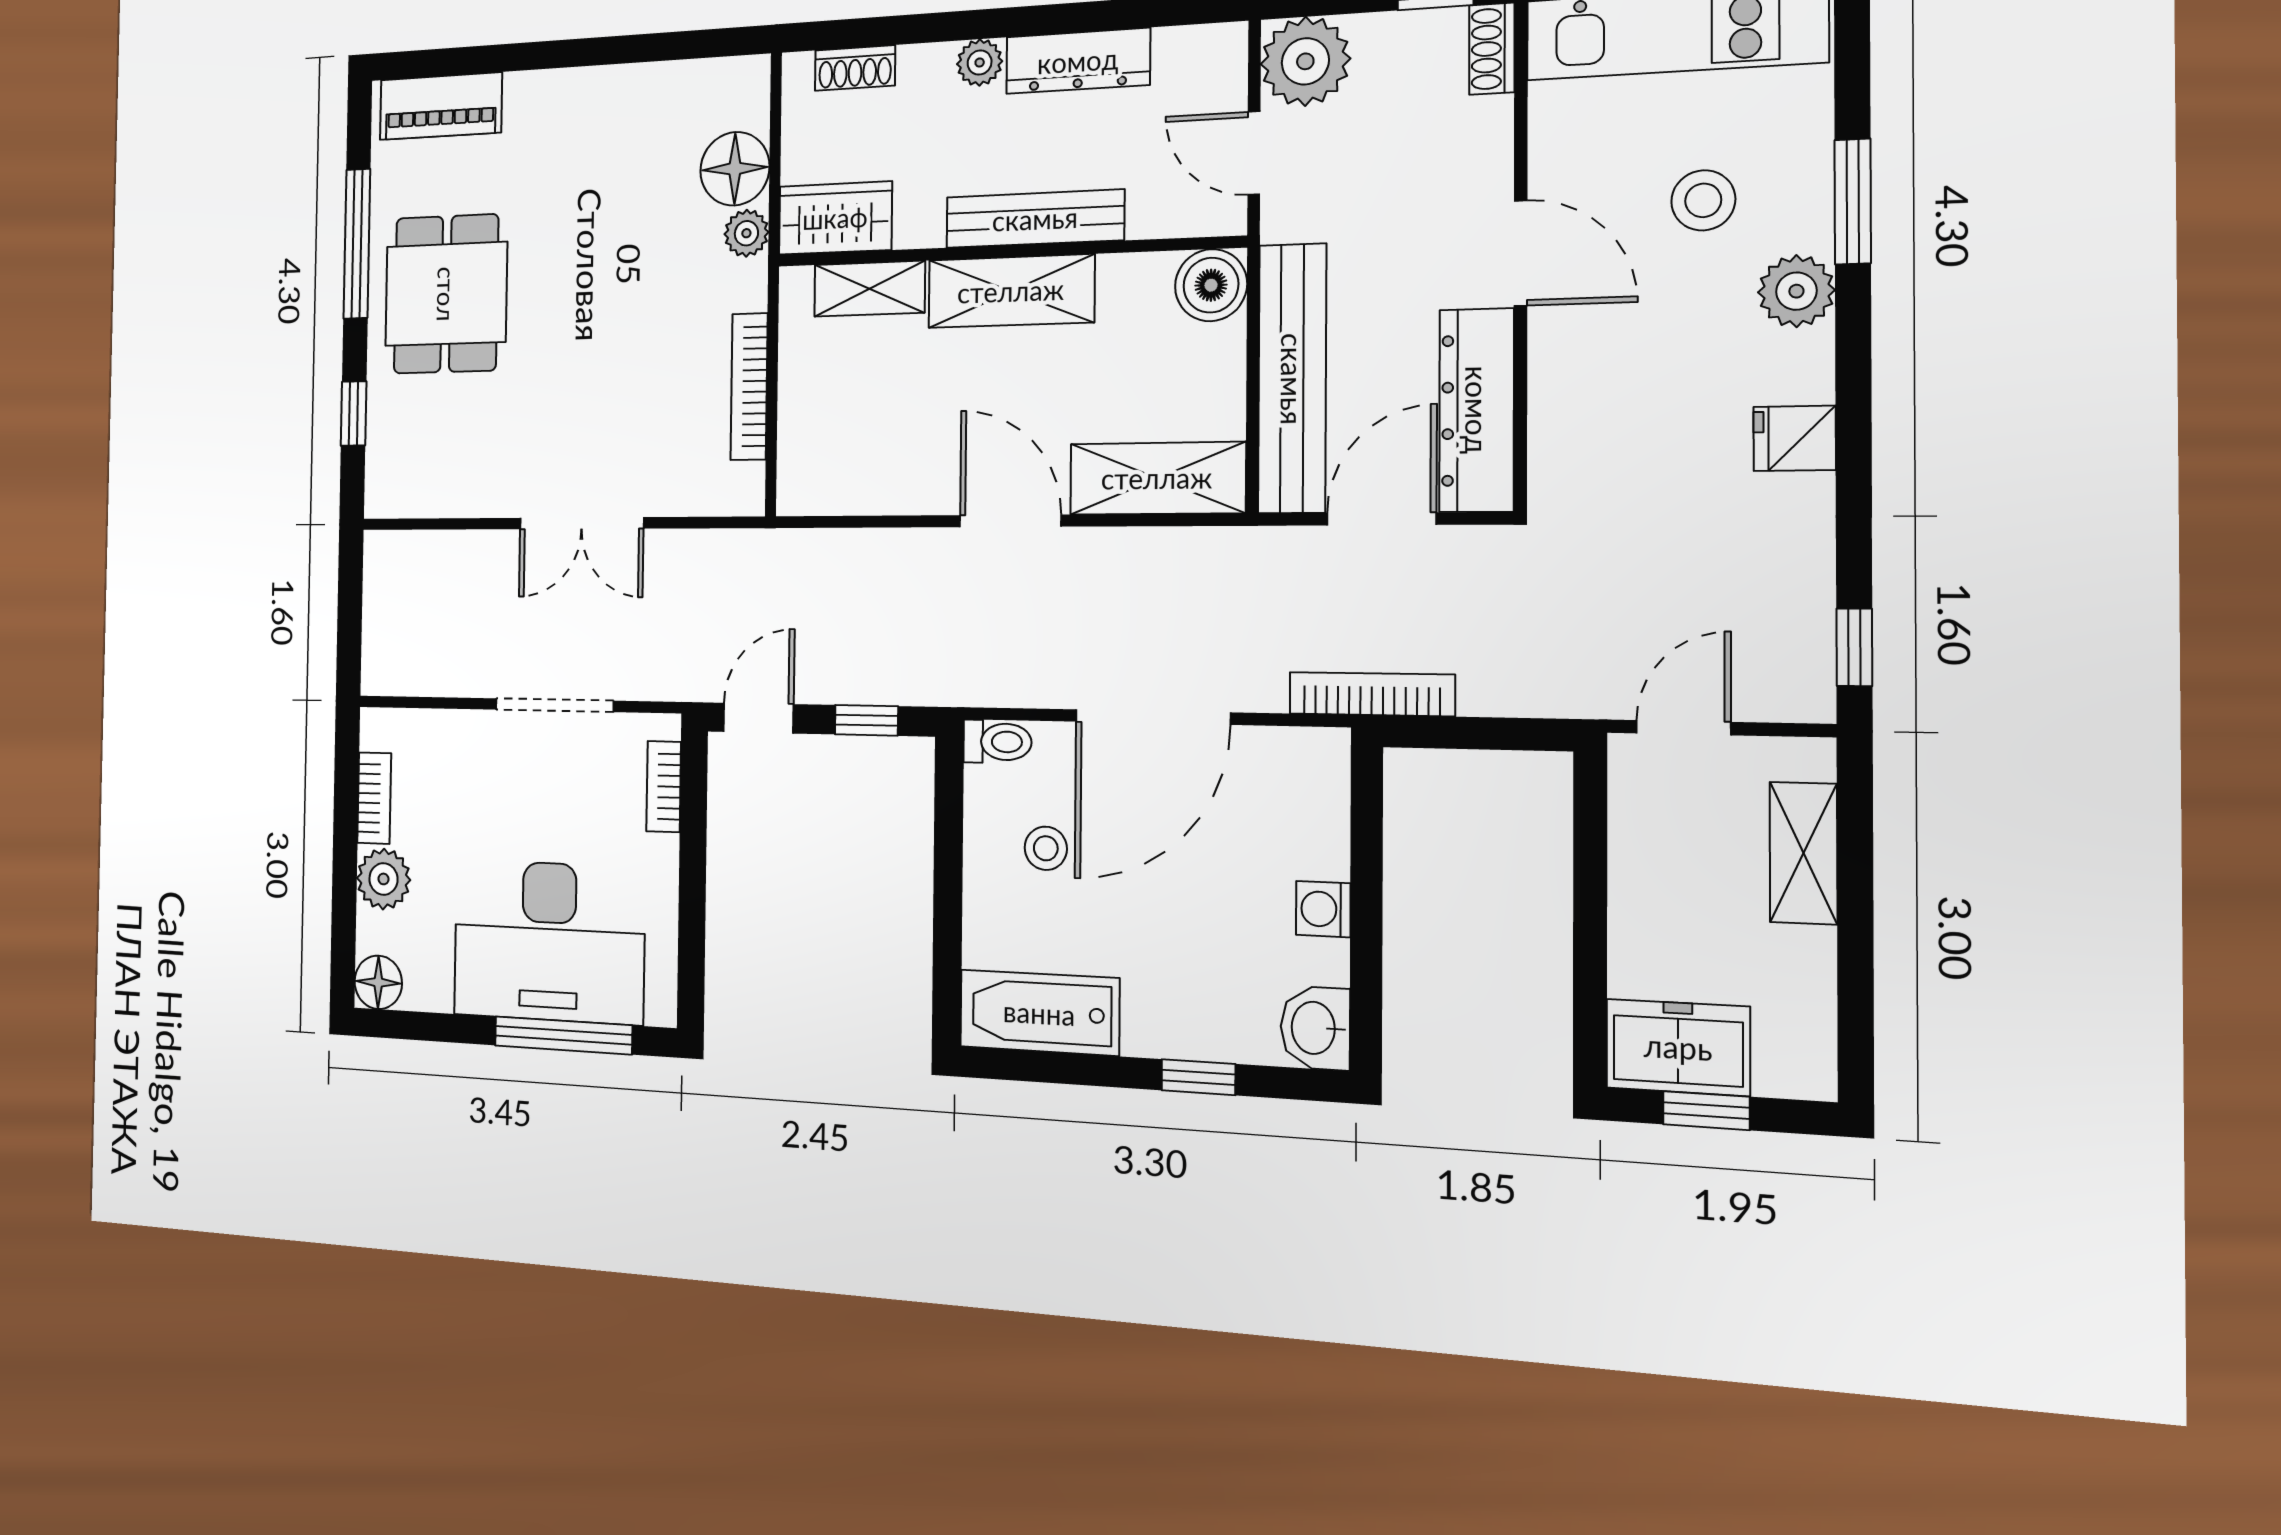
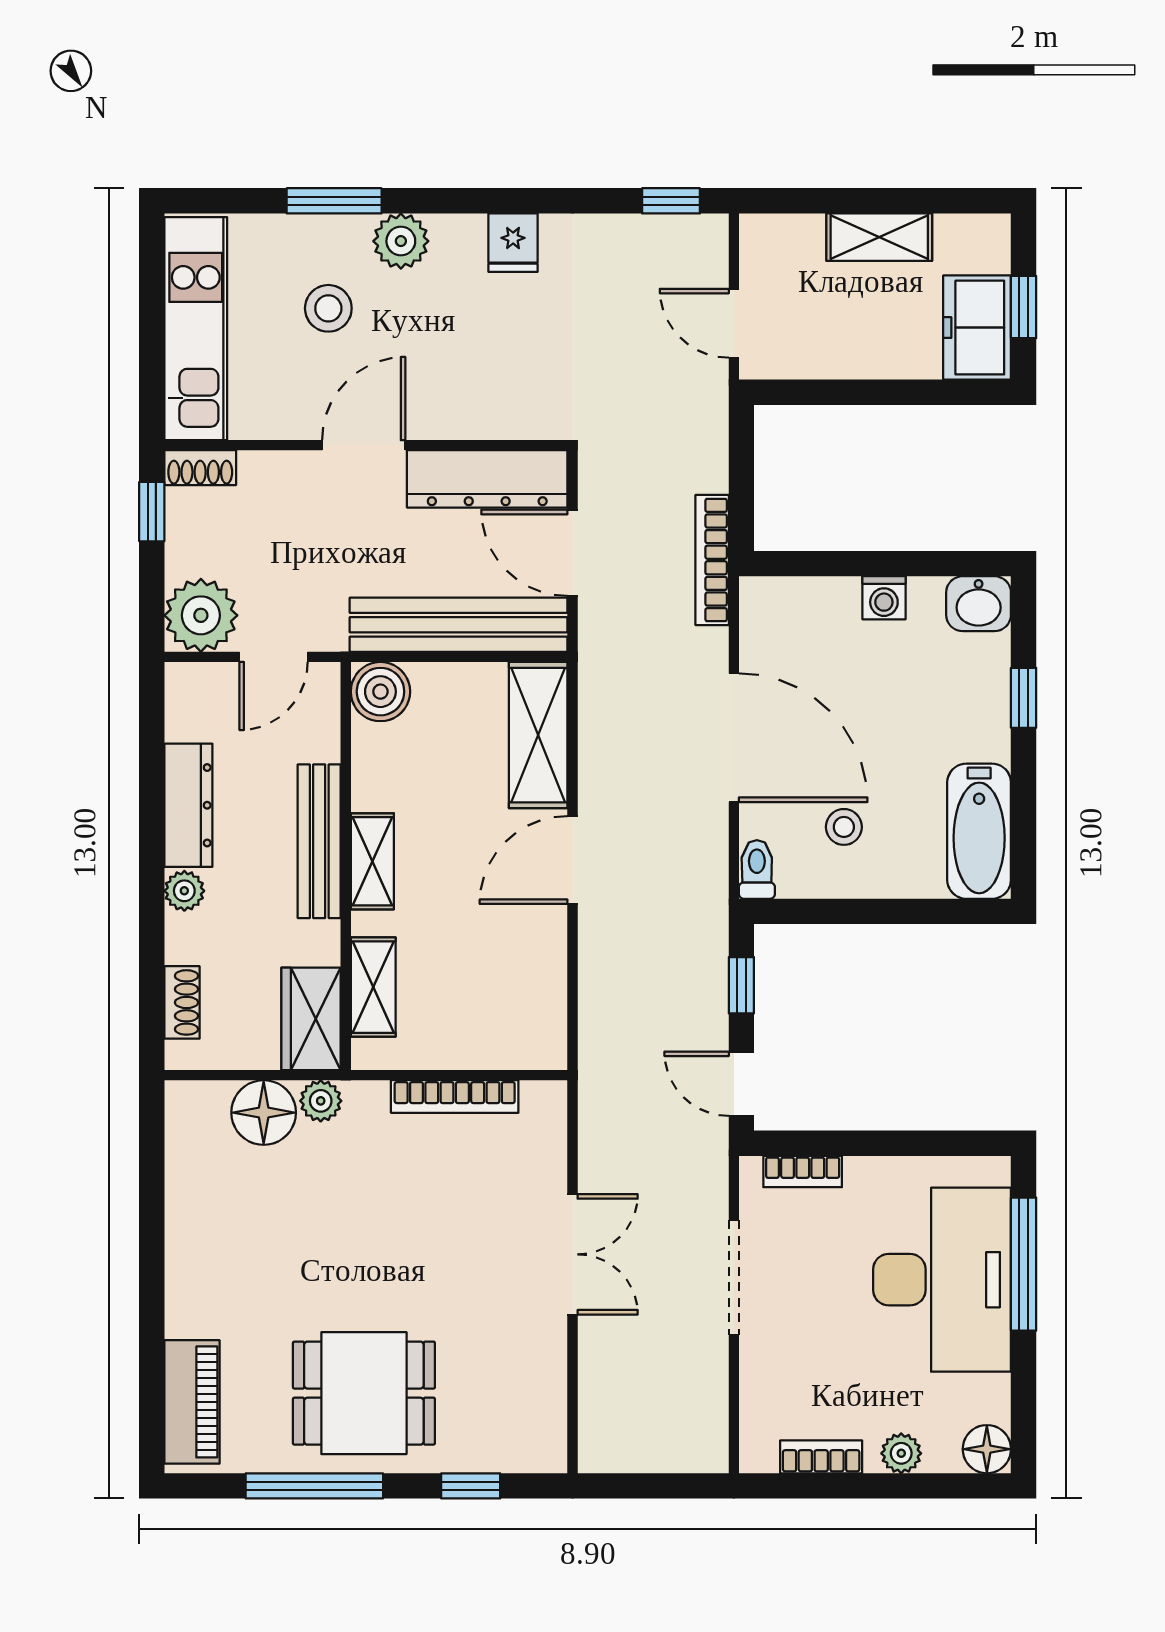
shelving: (1011, 291) -> (372, 861), width x0.67, depth x0.75
shelving: (1803, 853) -> (879, 237), moved
plant: (383, 879) -> (901, 1453), width x0.73, depth x0.73

